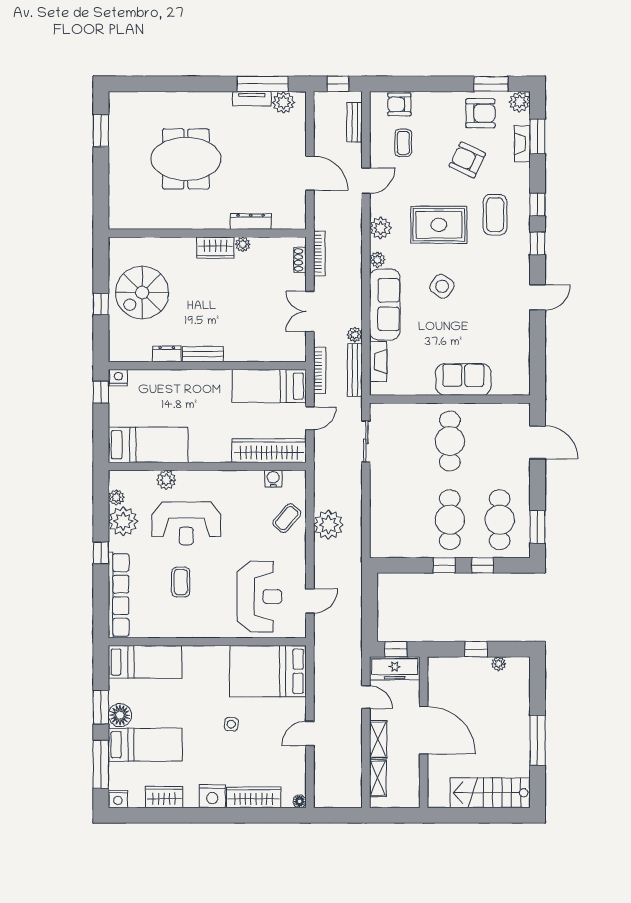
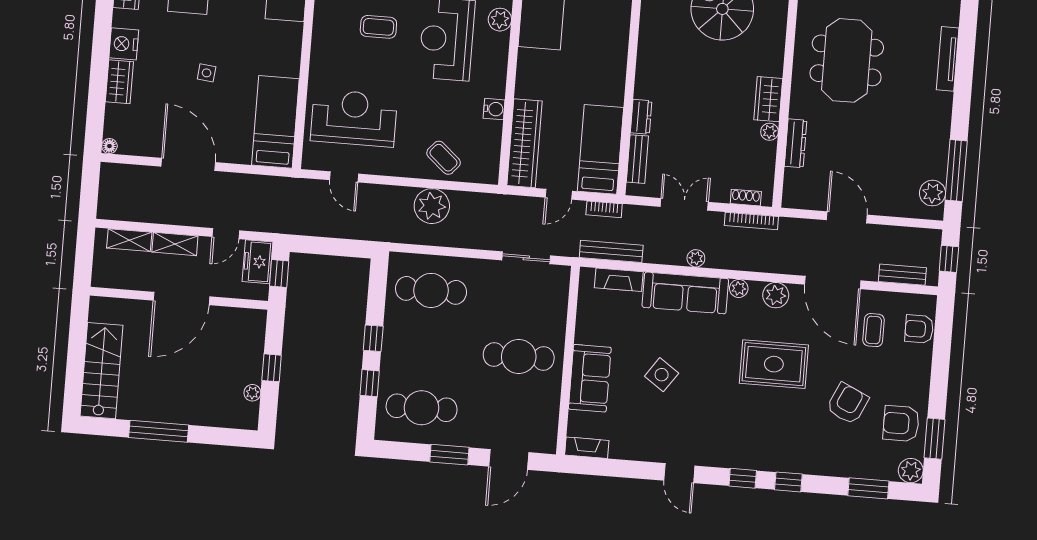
tv unit: (252, 99) -> (948, 59), moved, width x1.41
armchair: (399, 104) -> (919, 329), turned -90
armchair: (480, 113) -> (901, 423), turned 90
coffee table: (403, 143) -> (874, 330), turned 90
fireplace: (522, 144) -> (587, 448), moved
meeting table: (186, 159) -> (847, 60), moved
door: (310, 173) -> (847, 217), swing flipped
door: (366, 181) -> (833, 282), width x1.88
coffee table: (495, 215) -> (780, 431), removed
rug: (439, 225) -> (774, 364), turned 90
side table: (442, 286) -> (662, 375), moved
plant: (355, 335) -> (696, 258), moved
dresser: (167, 354) -> (641, 117), moved
bench: (203, 354) -> (637, 159), moved
bookcase: (320, 370) -> (604, 209), width x0.64
door: (310, 418) -> (559, 194), hinge flipped
water cooler: (273, 479) -> (494, 109), moved
cafe table: (450, 520) -> (431, 290), moved
window: (537, 527) -> (449, 455), moved
reception desk: (259, 597) -> (354, 118), turned 180
freezer: (395, 668) -> (258, 262), width x0.71
bed: (268, 671) -> (275, 122), width x0.67
door: (310, 733) -> (188, 164), width x1.88
wardrobe: (254, 797) -> (119, 82), width x0.67

